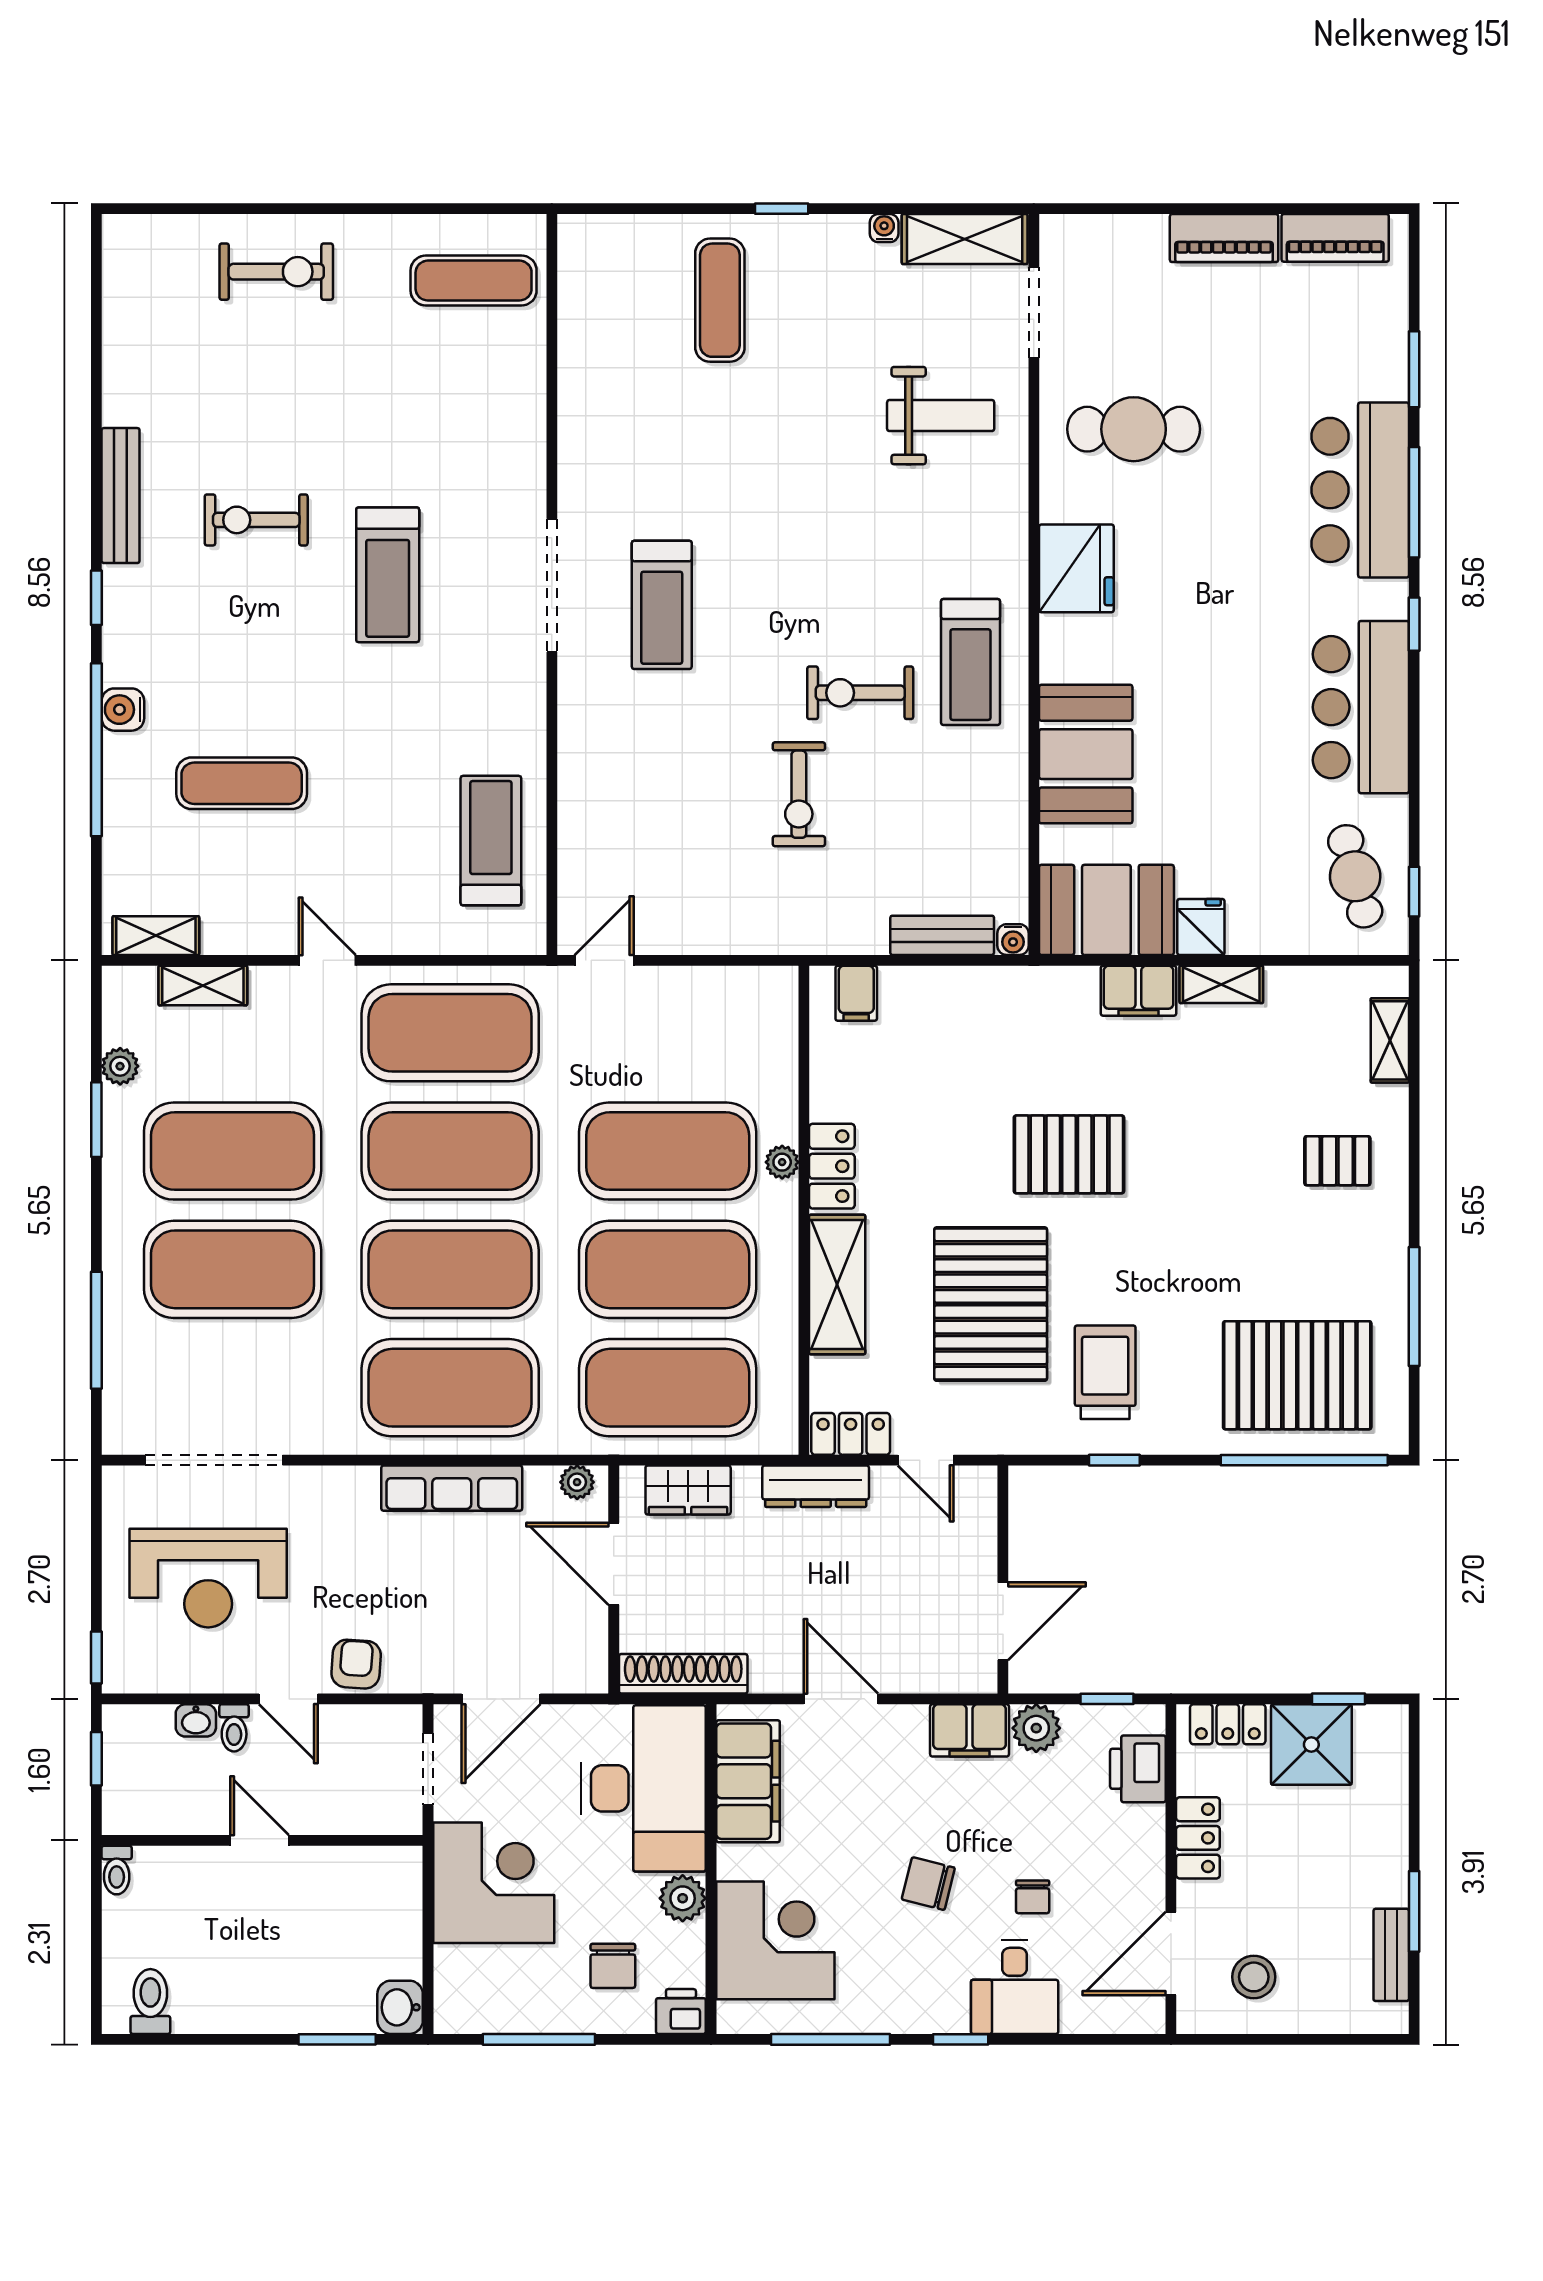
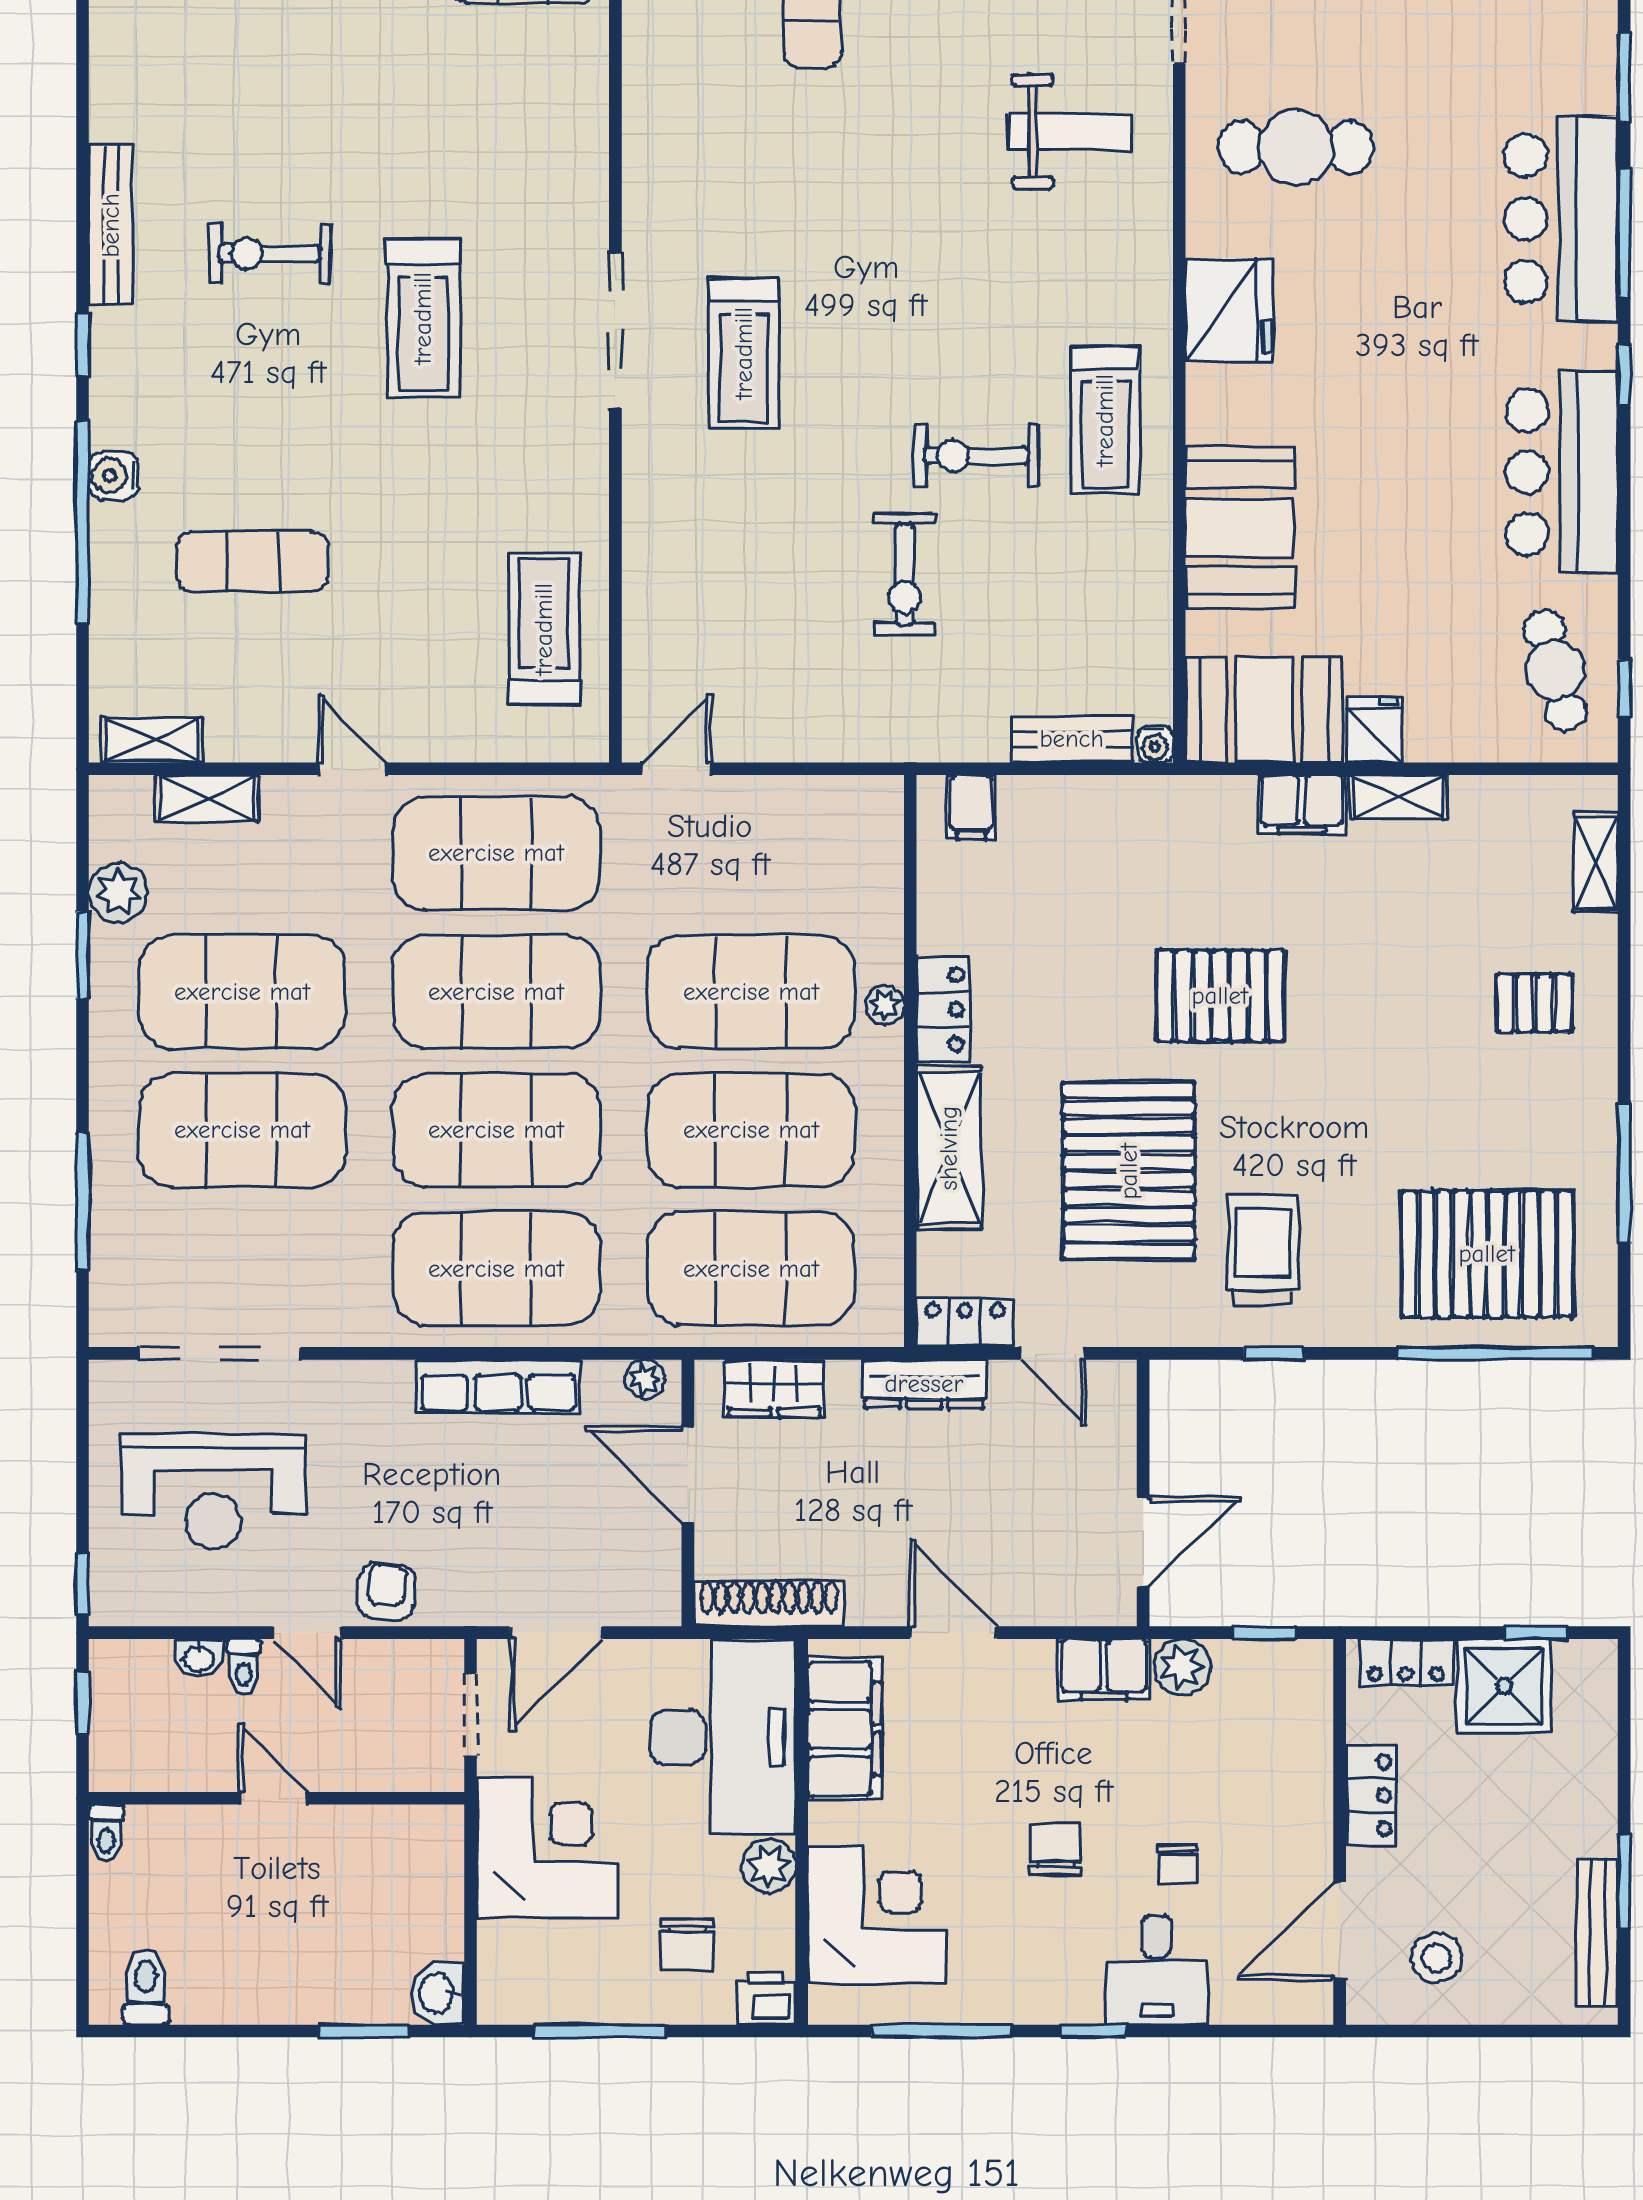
plant: (120, 1066) -> (118, 893), width x1.38, depth x1.38
printer: (1138, 1769) -> (1301, 1715), removed
chair: (928, 1884) -> (1056, 1849), turned 76
bench: (1391, 1955) -> (1597, 1932), width x1.36

